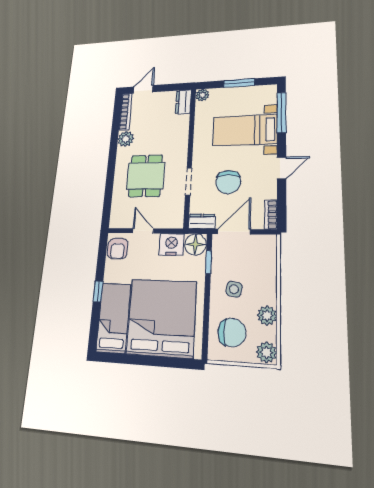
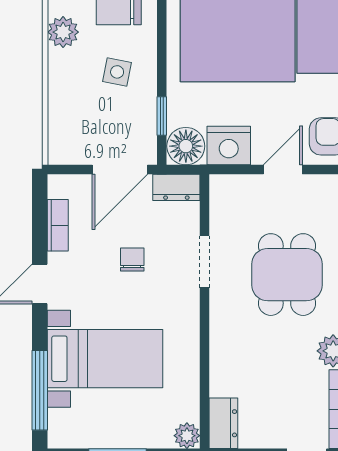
chair: (228, 182) -> (132, 259), width x0.54, depth x0.54
bookcase: (271, 215) -> (58, 225), moved
door: (143, 231) -> (283, 170), swing flipped

